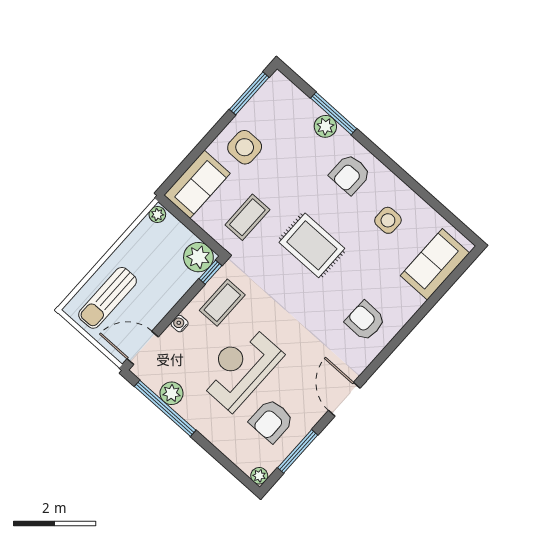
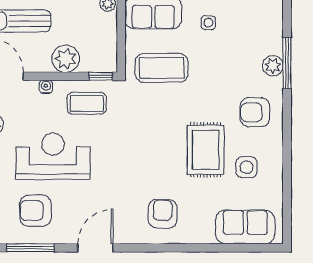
side table: (245, 147) -> (208, 23), width x0.54, depth x0.54
coffee table: (247, 217) -> (162, 68), width x1.36, depth x1.32
rug: (312, 245) -> (206, 150), moved
plant: (198, 257) -> (66, 59), moved

